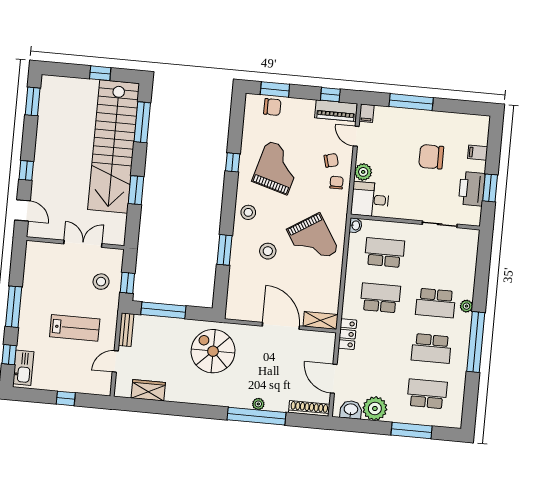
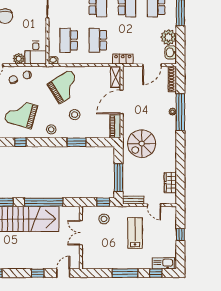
window: (136, 190) -> (44, 202), width x2.11
piano: (244, 313) -> (115, 126), added

